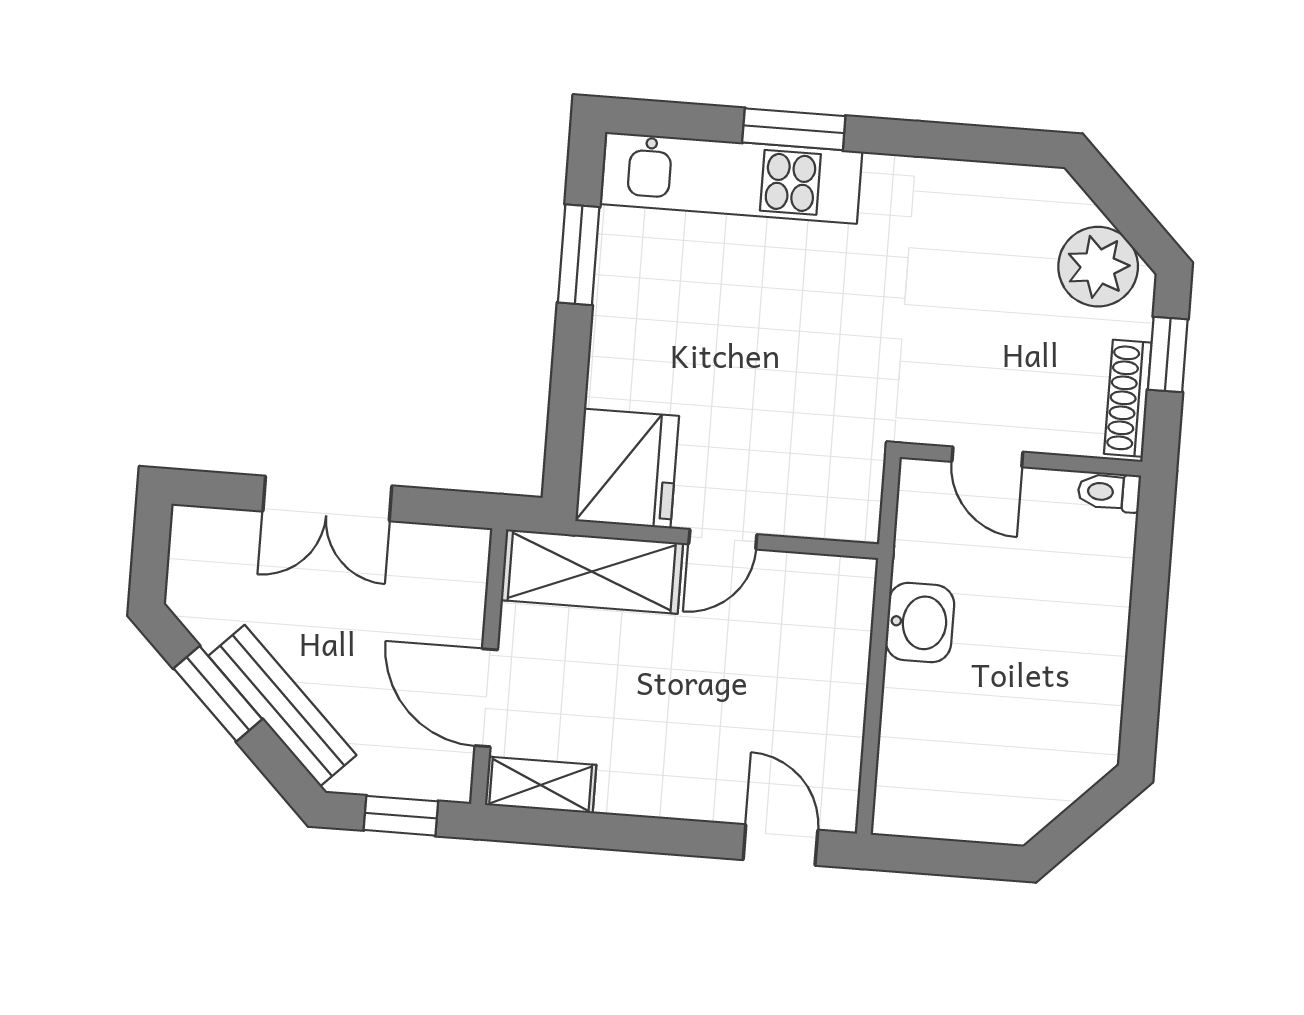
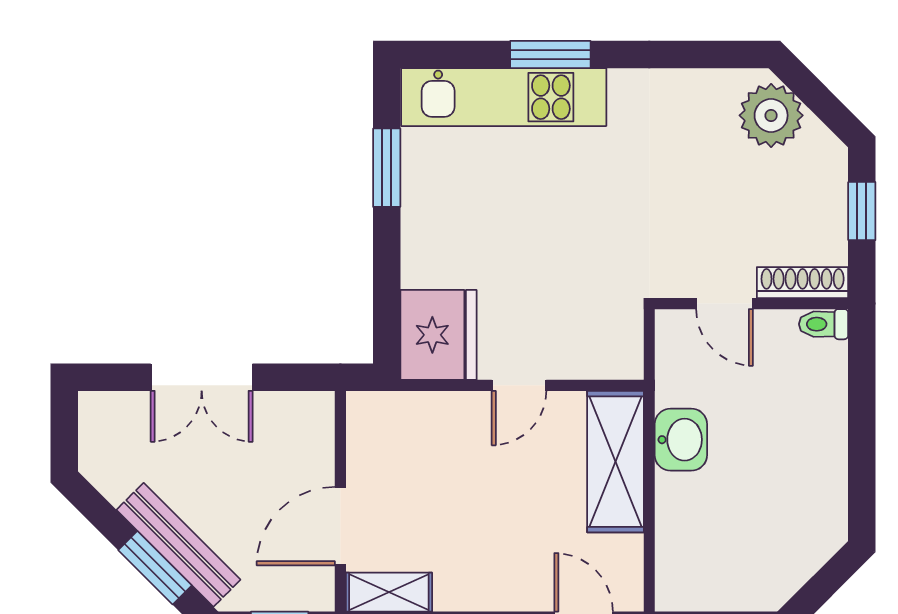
plant: (1098, 267) -> (771, 115), moved
shoe rack: (1128, 398) -> (803, 283), moved, turned 90
shelving: (592, 572) -> (615, 462), moved, turned 90
window: (218, 694) -> (155, 568), moved
door: (486, 698) -> (340, 526), hinge flipped

